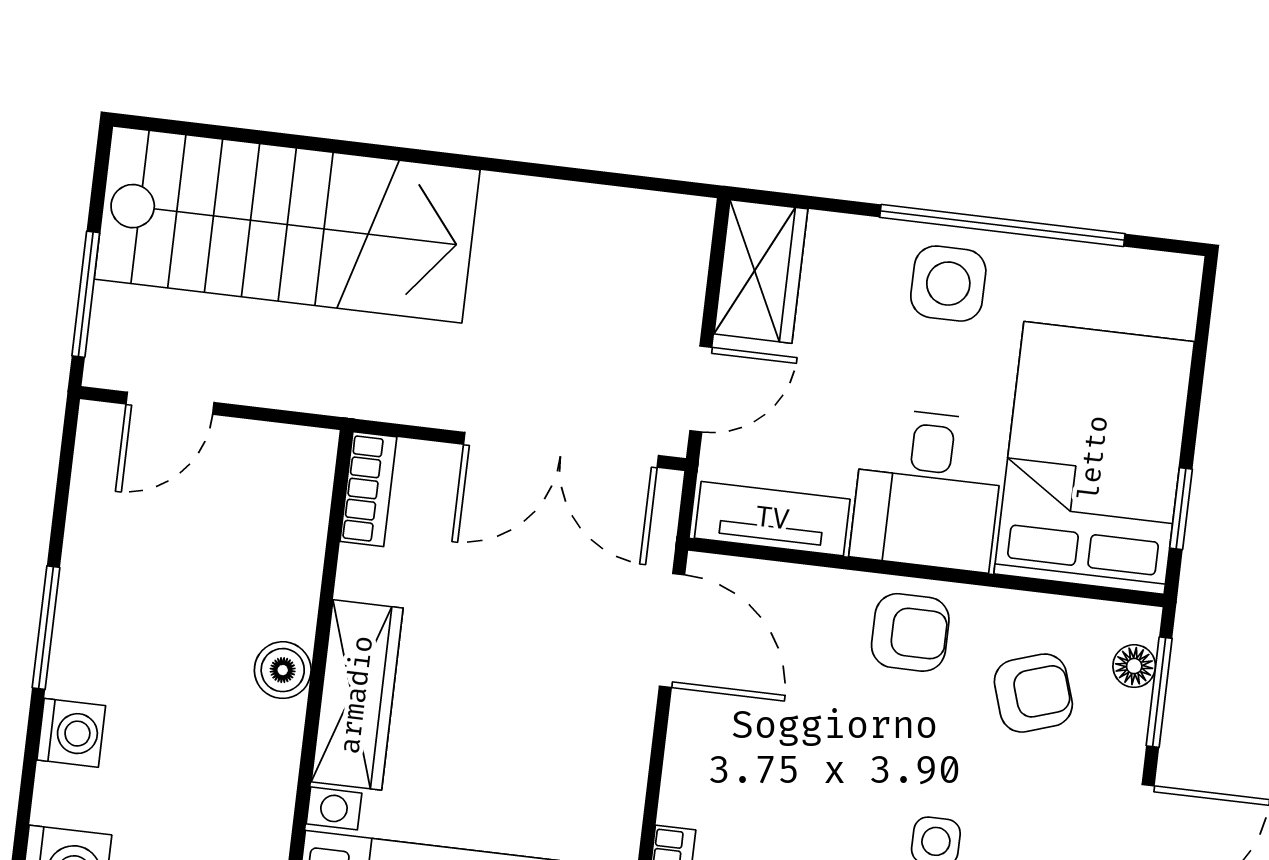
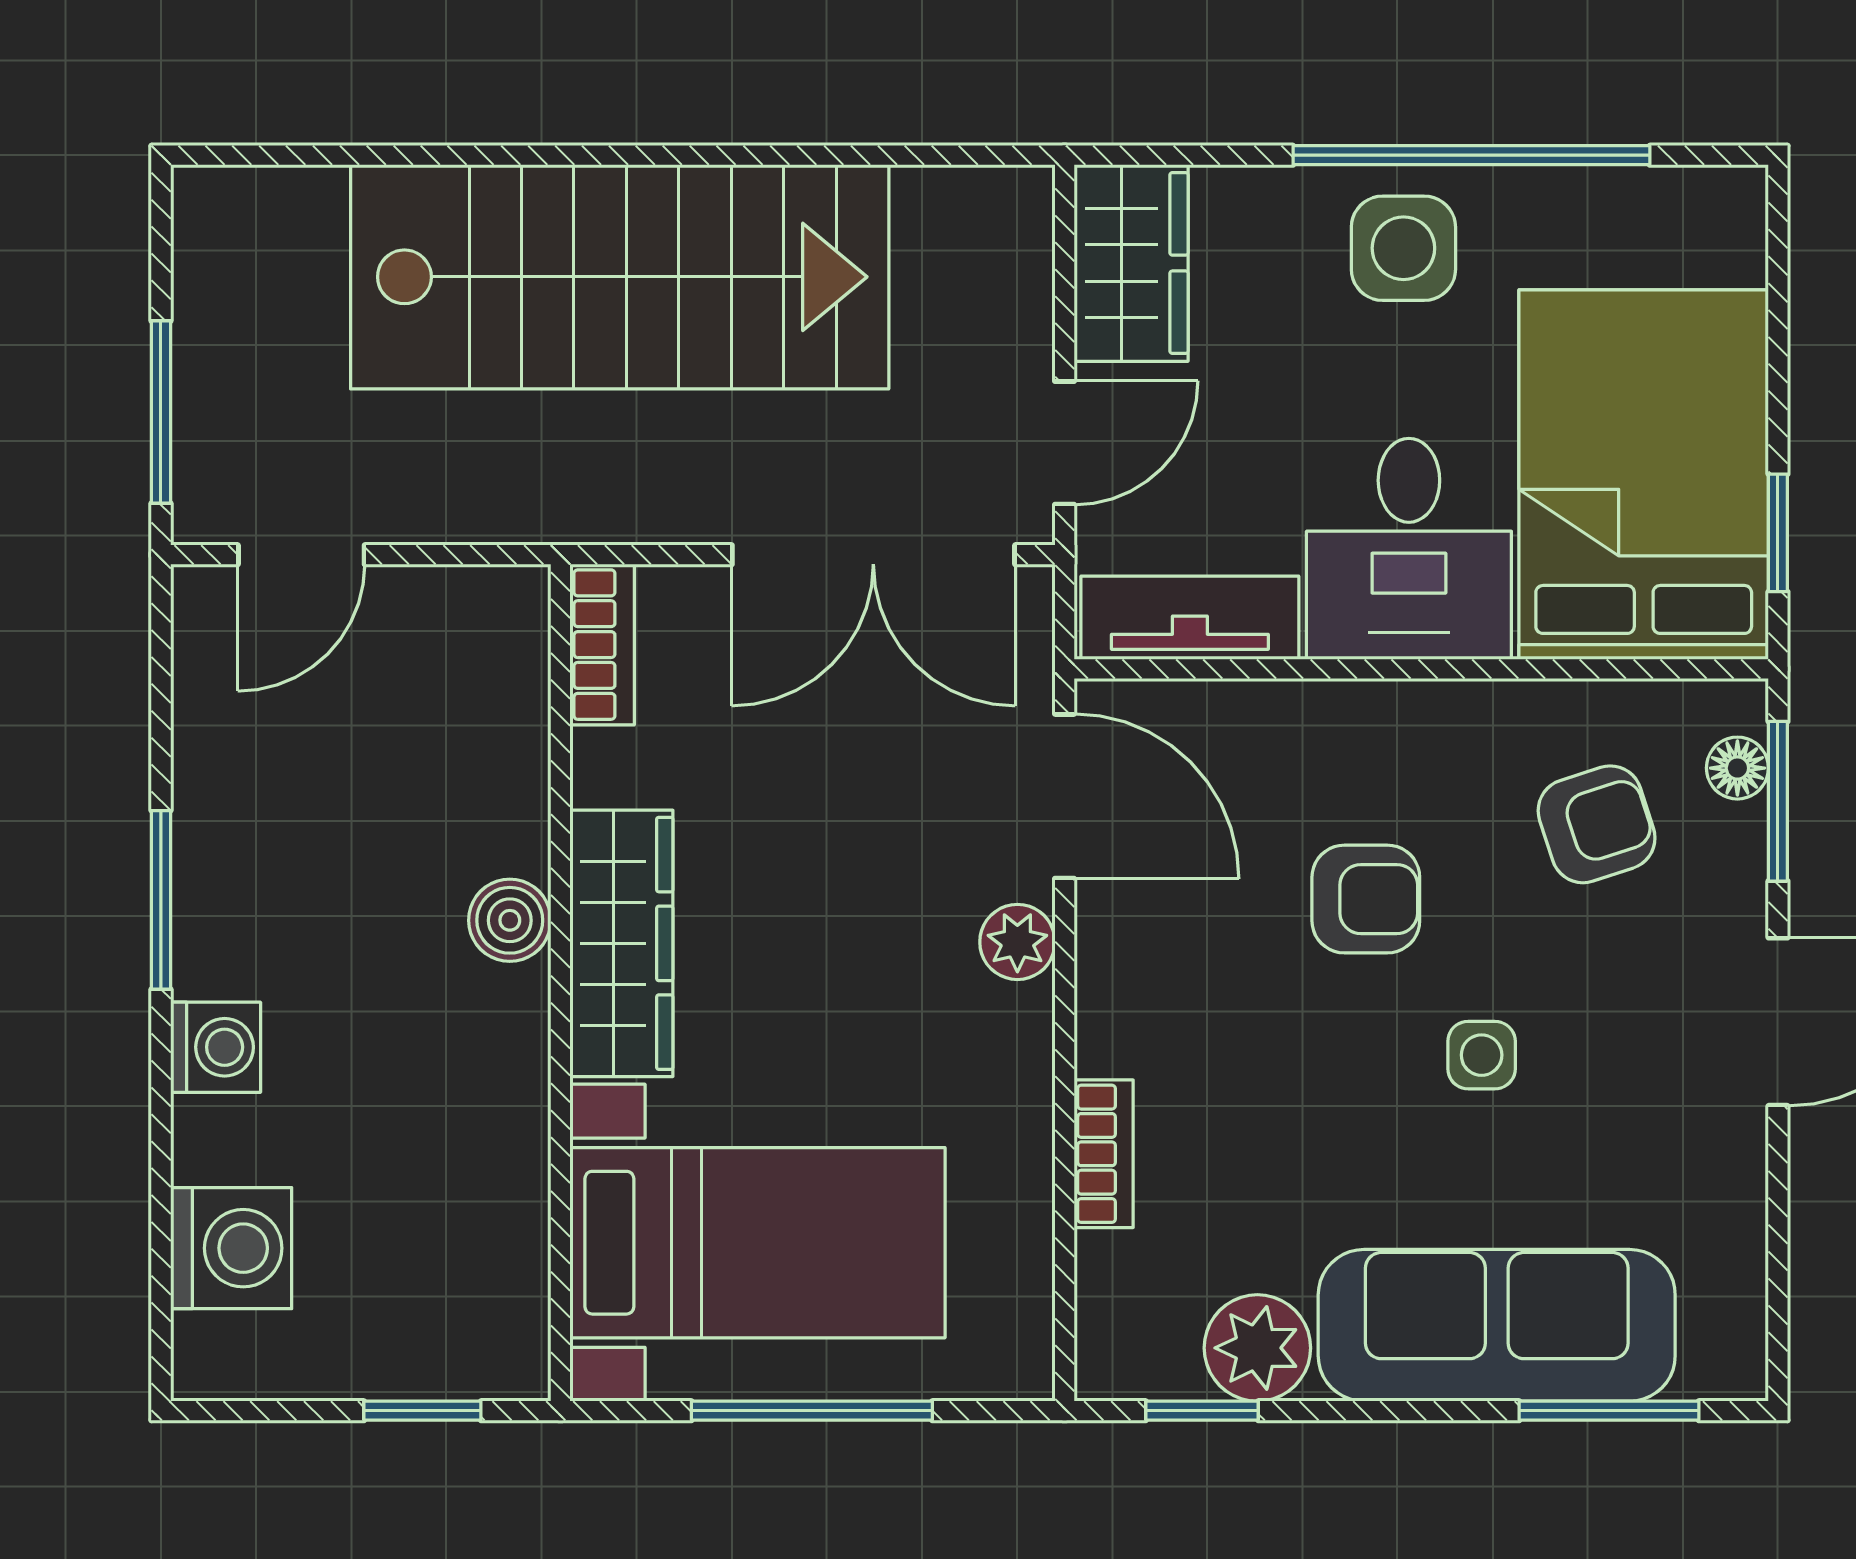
stairs: (287, 225) -> (620, 277), moved
armchair: (910, 632) -> (1366, 899), moved
plant: (628, 726) -> (1017, 942), added

